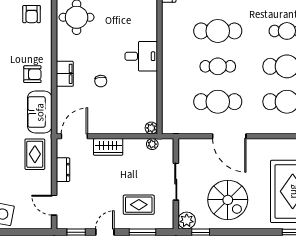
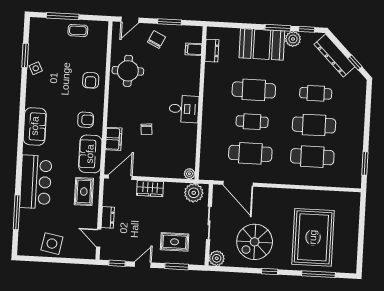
armchair: (32, 14) -> (91, 80), moved
filing cabinet: (65, 74) -> (114, 139), moved
door: (229, 136) -> (238, 184), moved
plant: (152, 144) -> (194, 193), width x1.87, depth x1.87
dresser: (63, 170) -> (108, 217), moved
spiral stairs: (228, 200) -> (255, 242), turned 90
window: (201, 232) -> (270, 272), moved

